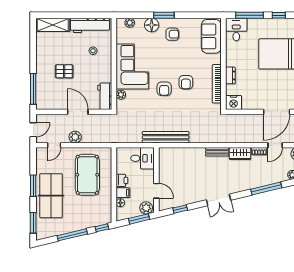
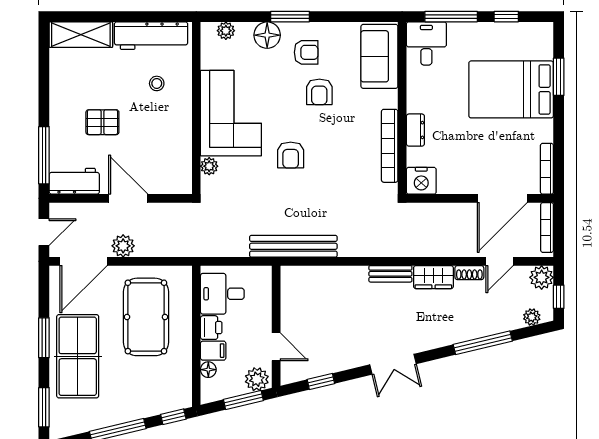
armchair: (186, 82) -> (319, 92), moved
workbench: (105, 96) -> (74, 181), moved, turned 90
door: (54, 145) -> (84, 261), width x1.88
desk: (143, 158) -> (222, 294), moved, turned 180

